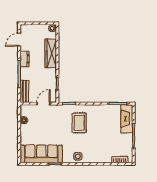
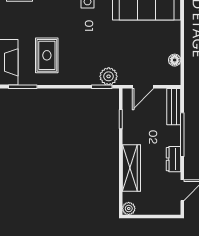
plant: (65, 110) -> (109, 76), added
rug: (79, 123) -> (47, 55), moved

